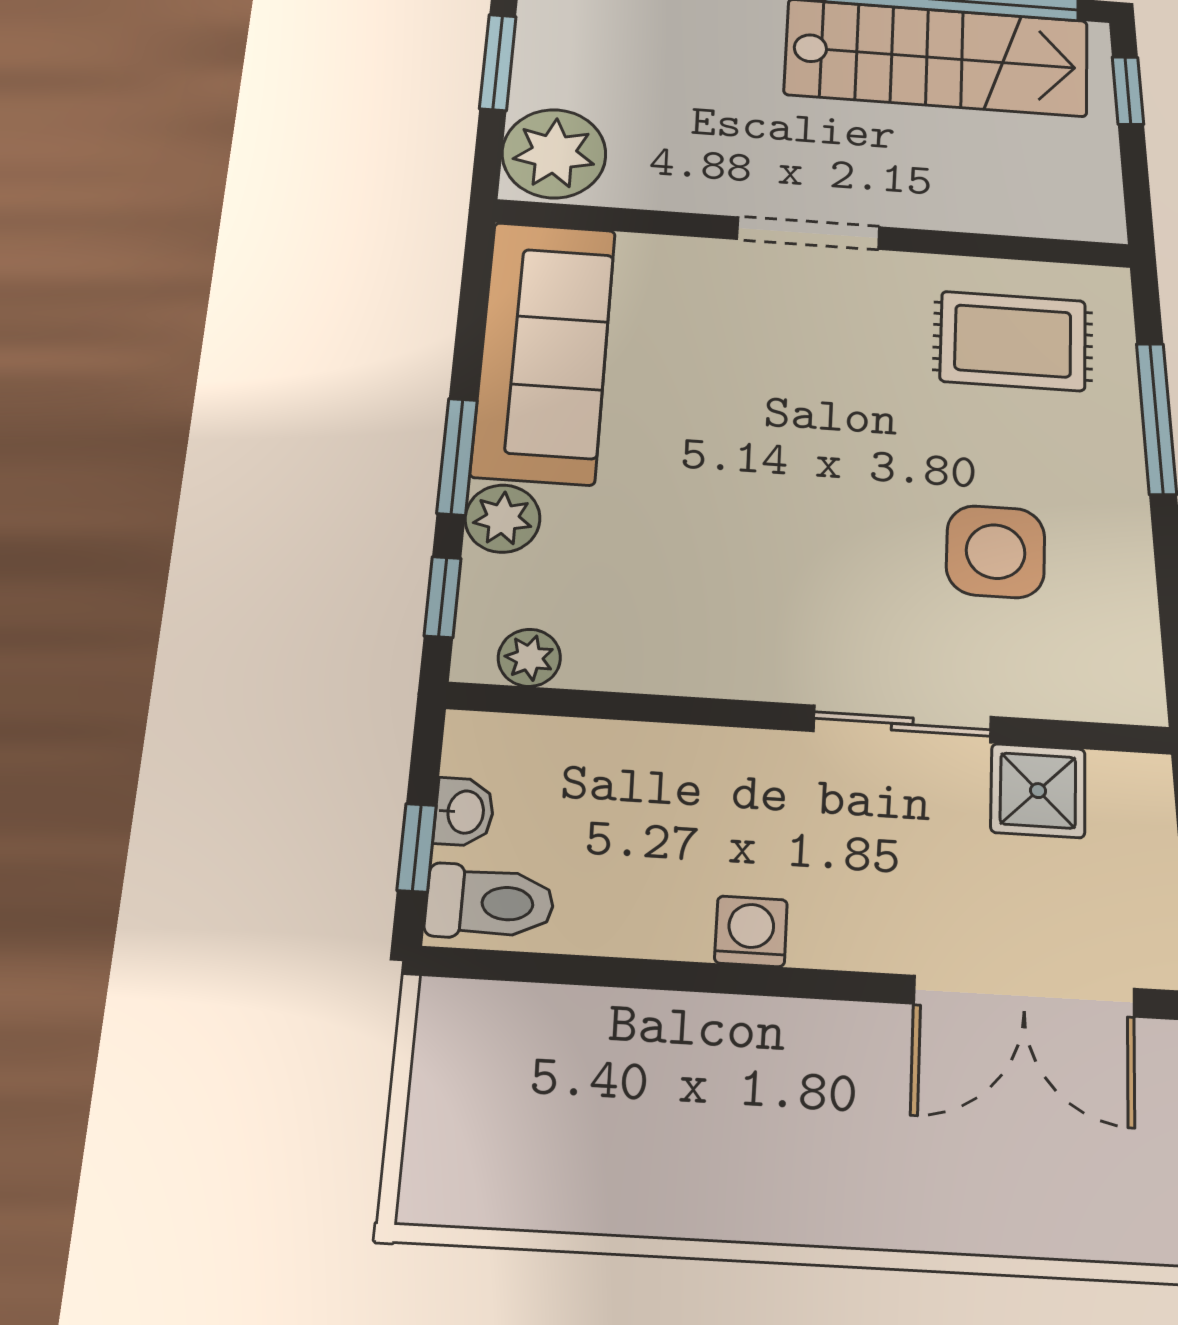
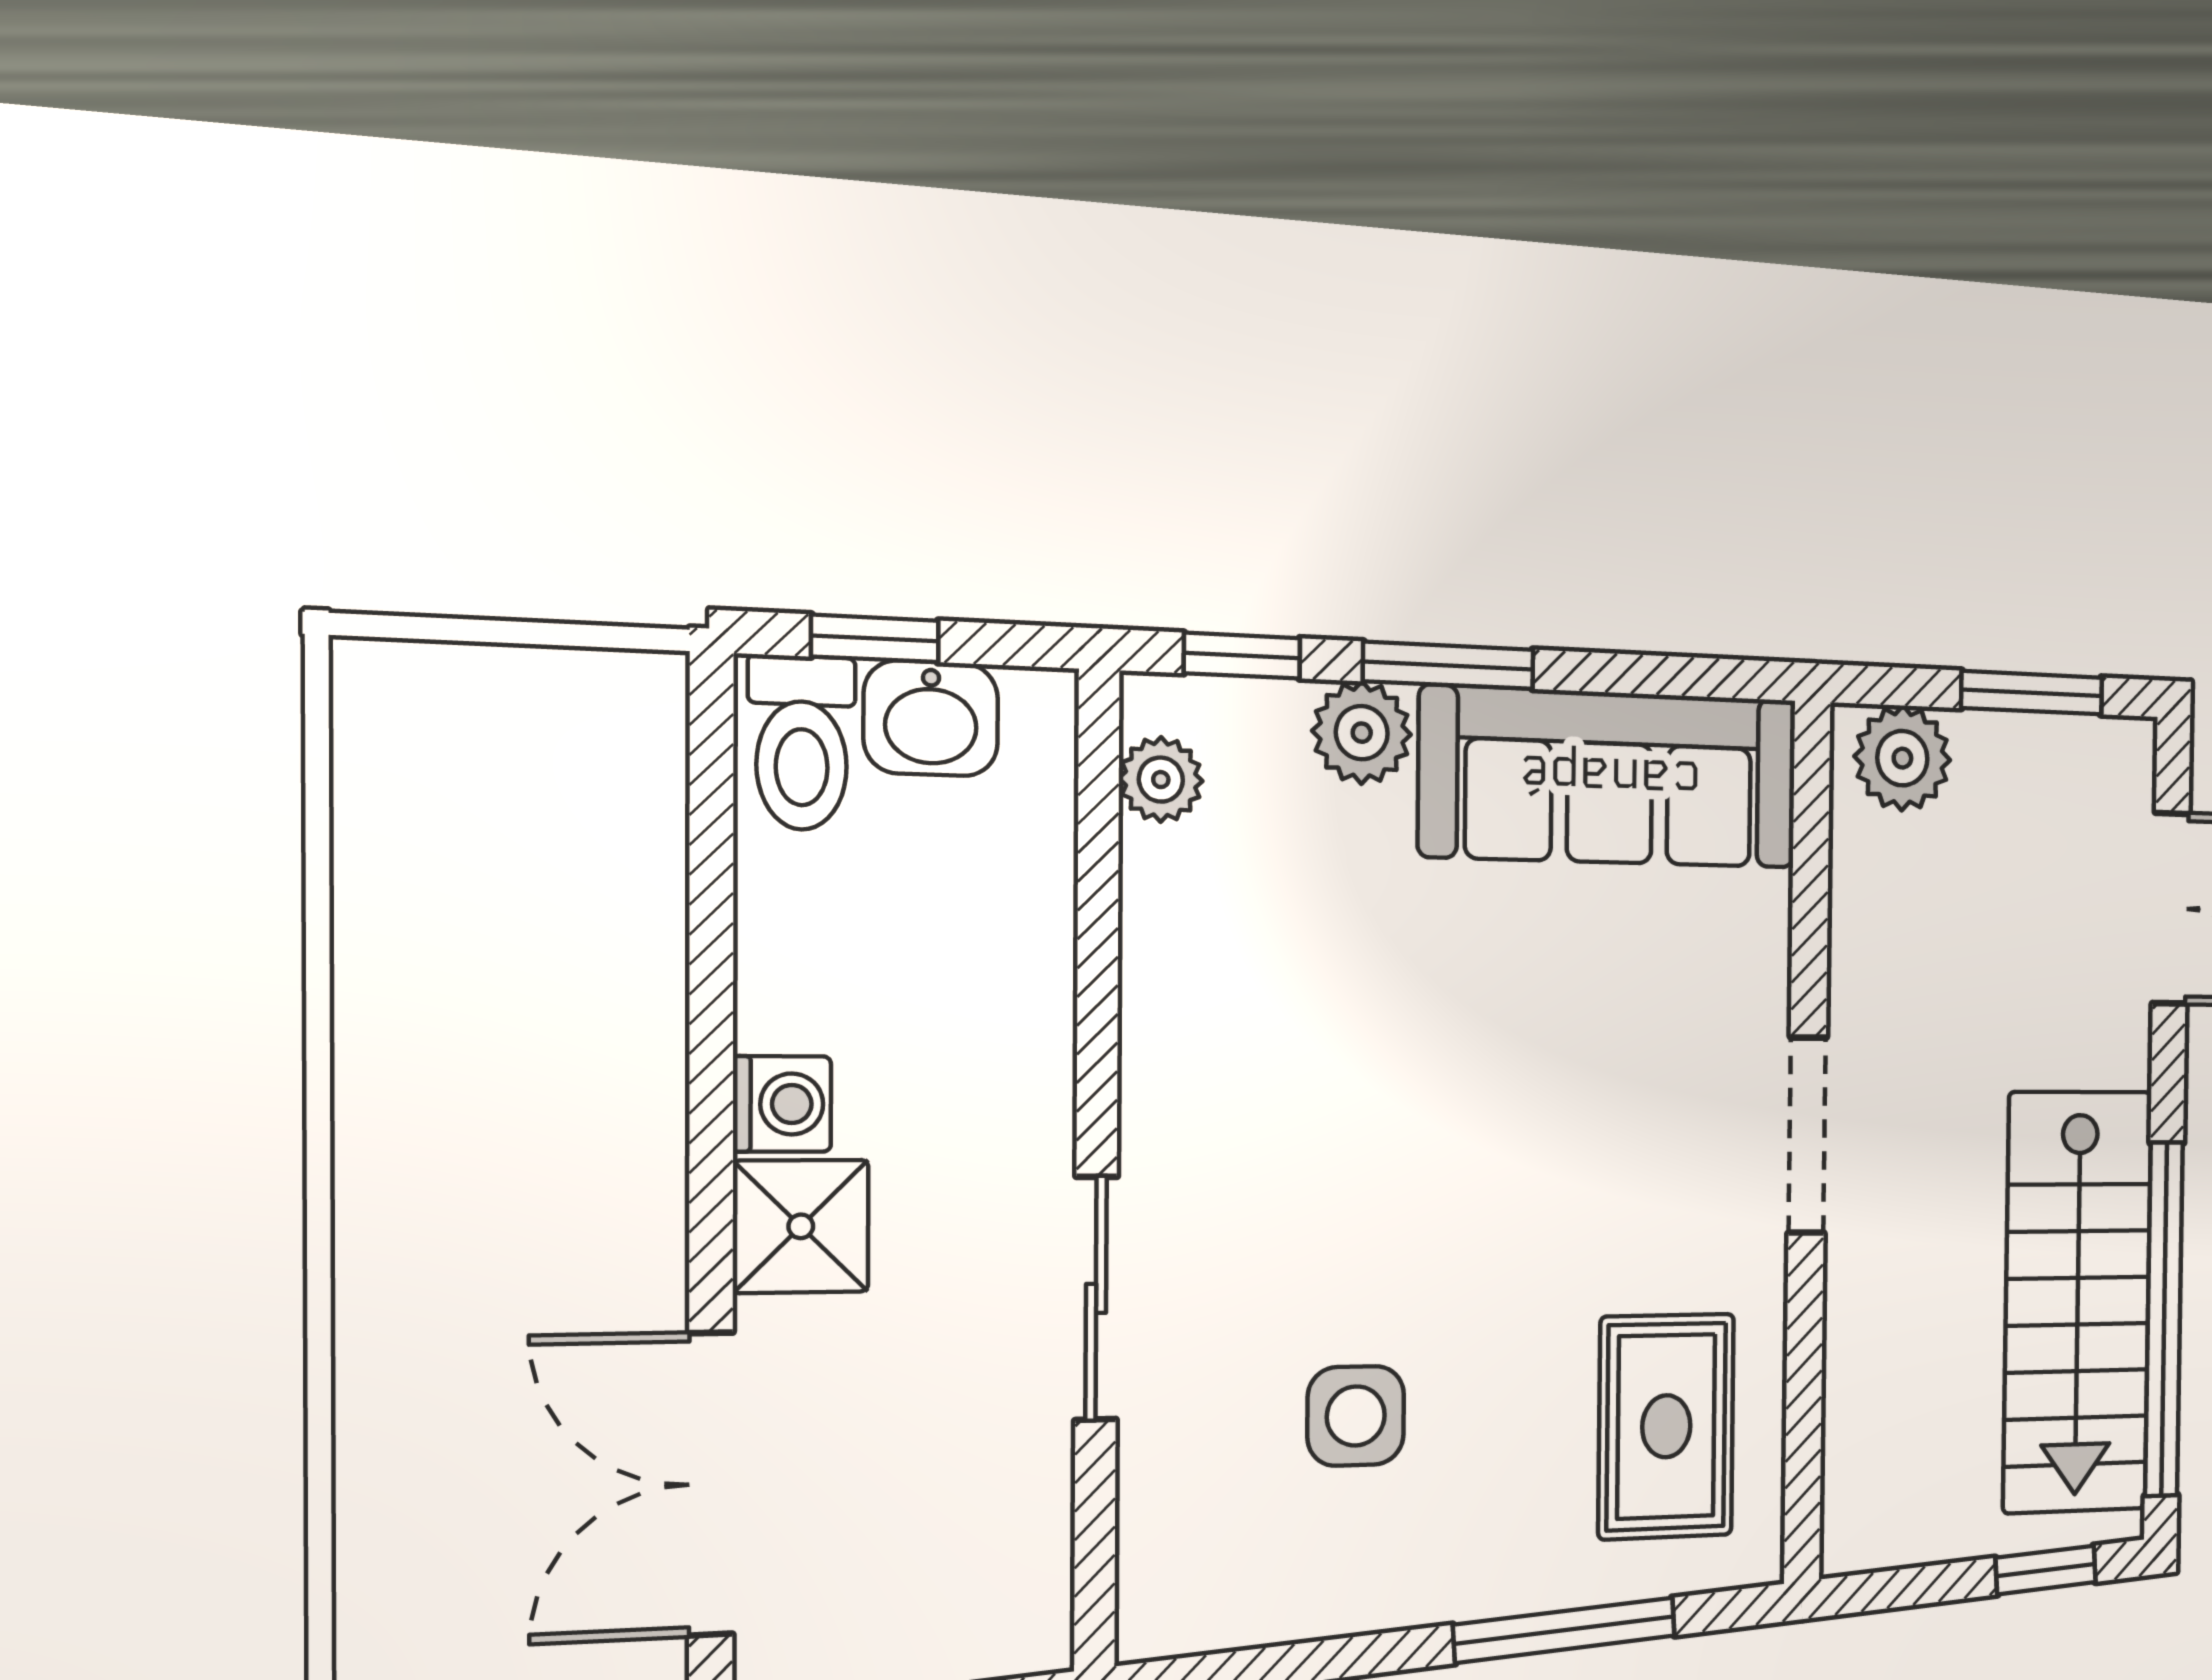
plant: (554, 154) -> (1902, 758), width x0.73, depth x0.73
side table: (996, 552) -> (1356, 1416), width x0.73, depth x0.73
shower: (1038, 791) -> (801, 1226), moved
washbasin: (464, 812) -> (931, 718), width x1.38, depth x1.45

